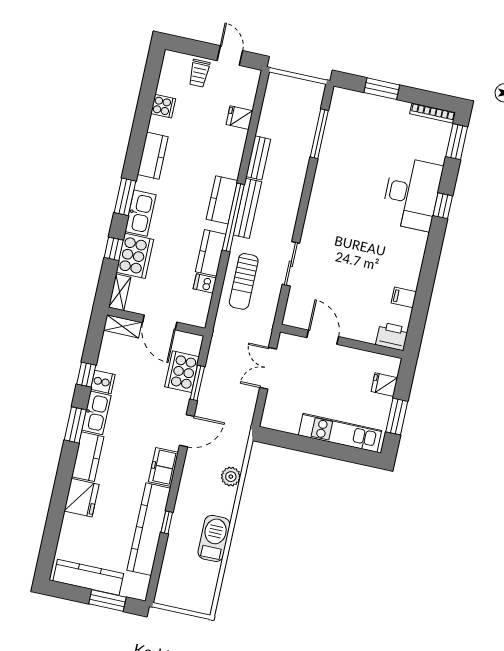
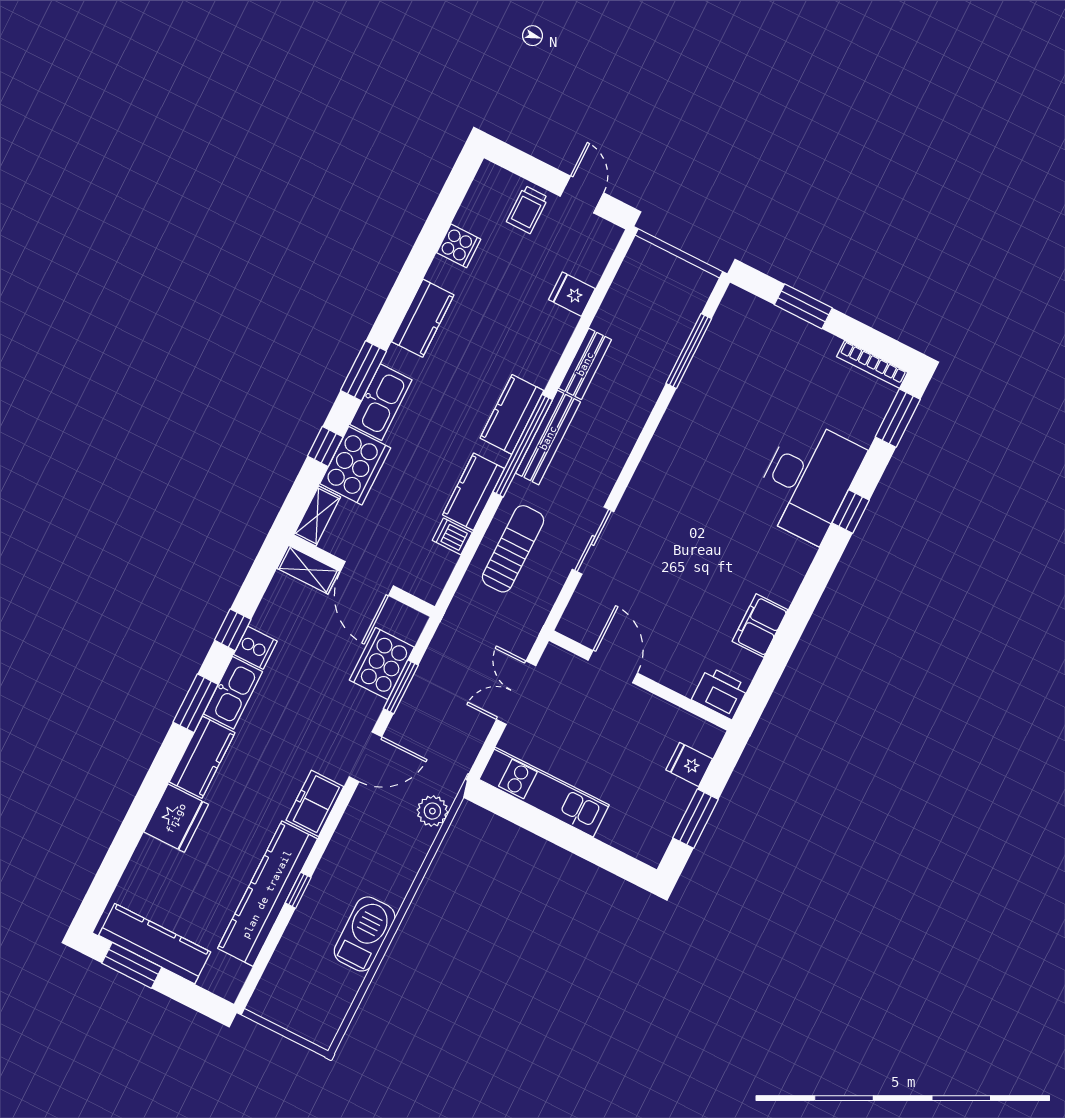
sun lounger: (244, 281) -> (513, 549), turned 180
filing cabinet: (404, 297) -> (760, 625), width x2.00
kitchen unit: (340, 433) -> (544, 792), moved
plant: (231, 477) -> (432, 811), moved
window: (107, 601) -> (132, 965), moved

